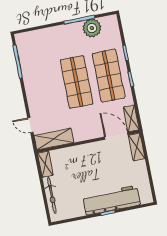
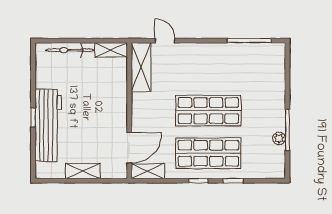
plant: (92, 28) -> (279, 138), width x0.53, depth x0.53
door: (30, 125) -> (165, 41), hinge flipped
shelving: (137, 147) -> (83, 171), moved

